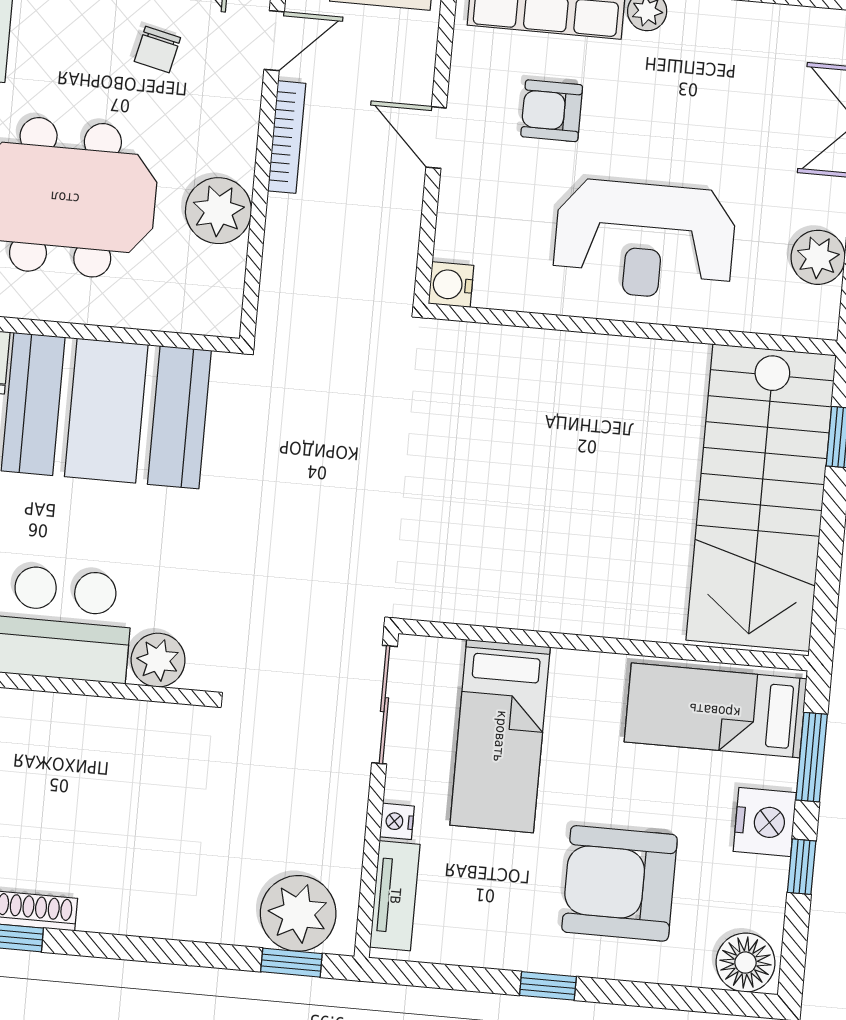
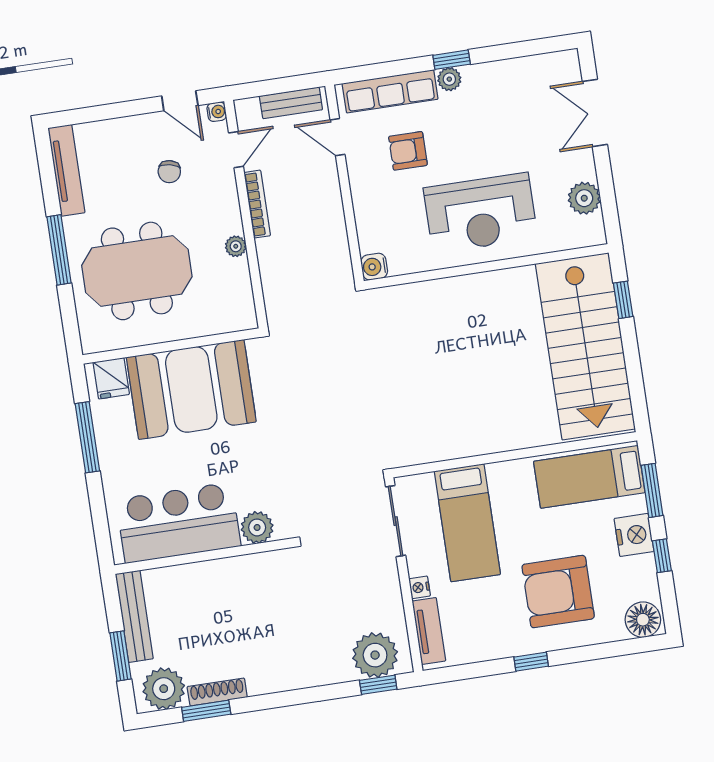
door: (436, 138) -> (337, 137), moved
plant: (218, 211) -> (236, 246), width x0.53, depth x0.53

